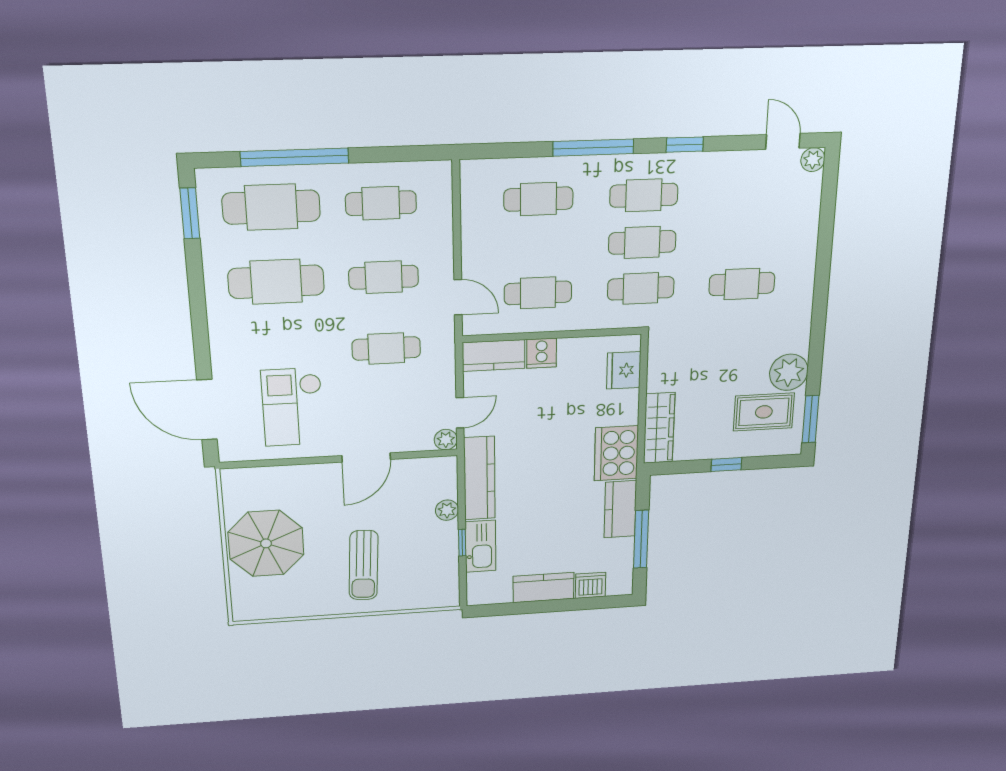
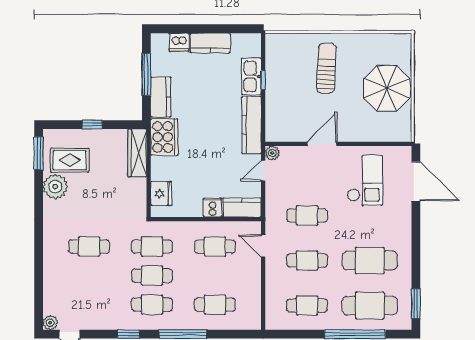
plant: (447, 510) -> (272, 104), removed

